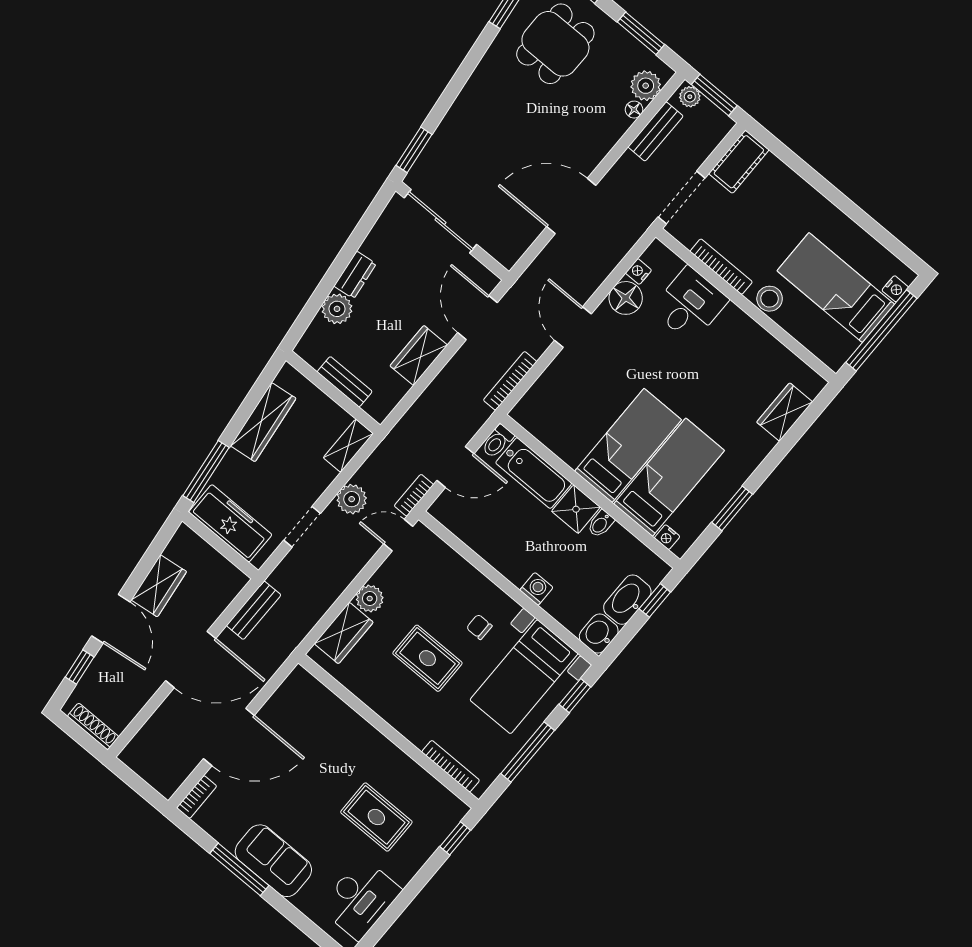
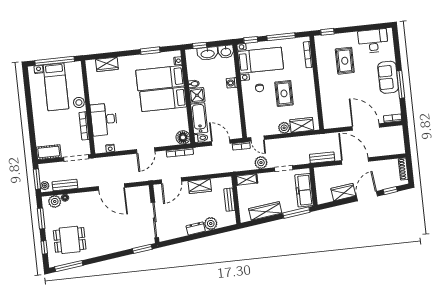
floor lamp: (626, 298) -> (183, 137), moved
desk: (690, 304) -> (104, 119), width x1.37

